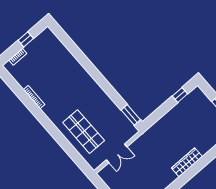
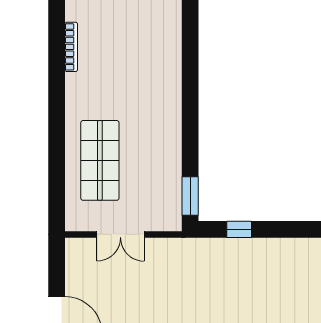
window: (180, 95) -> (239, 229), moved

